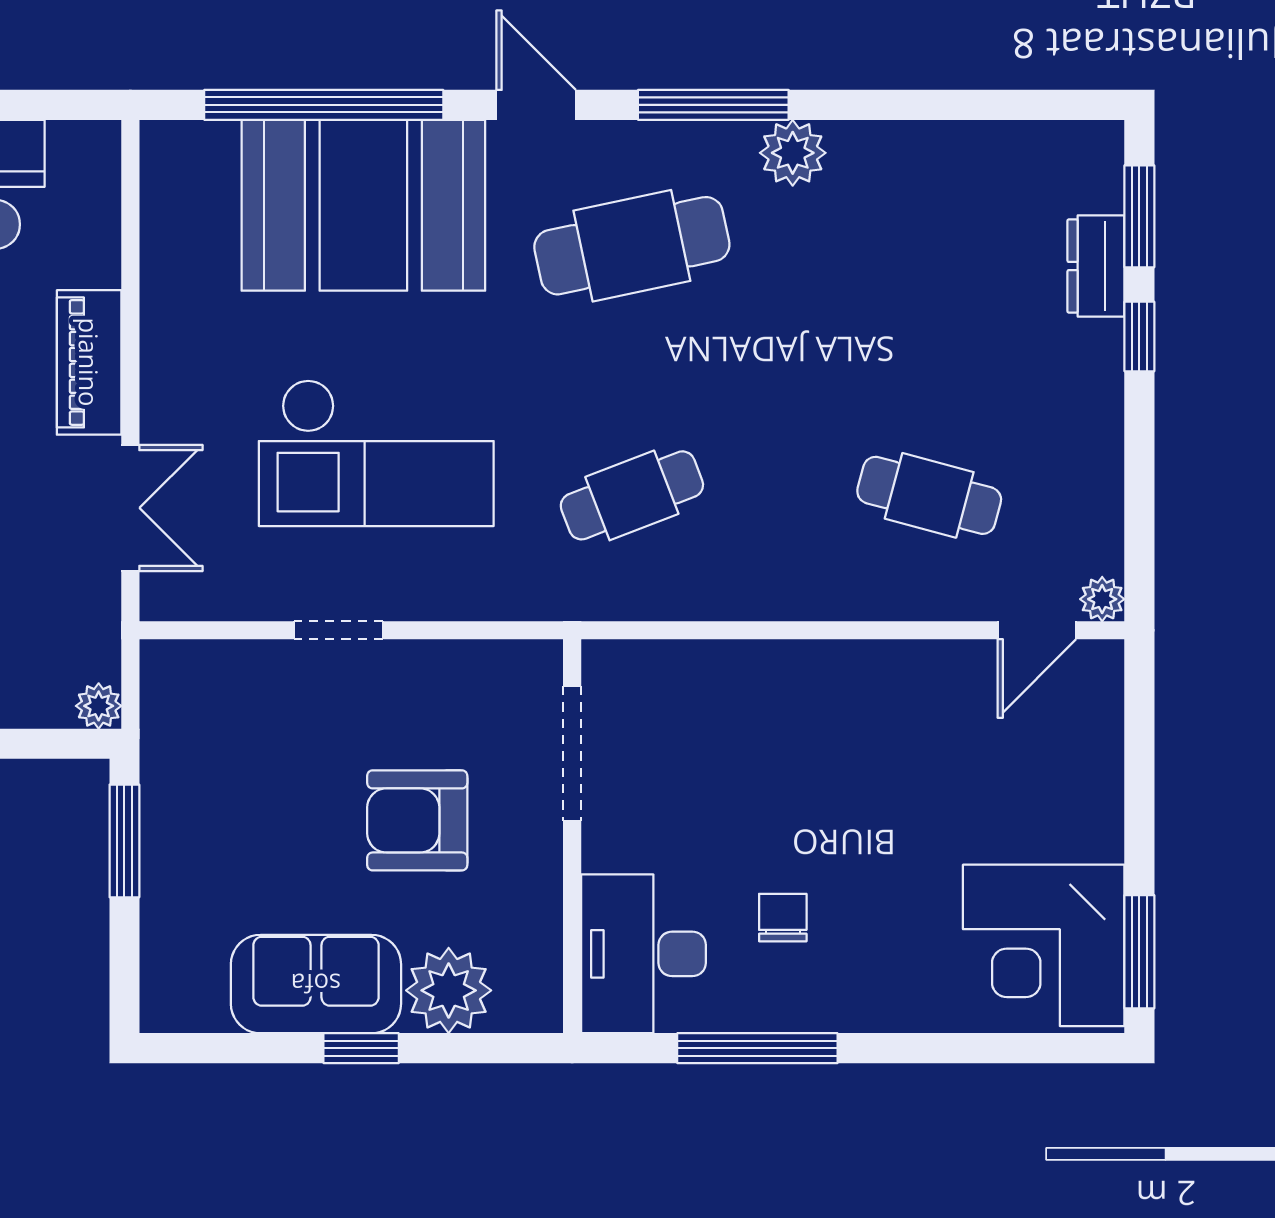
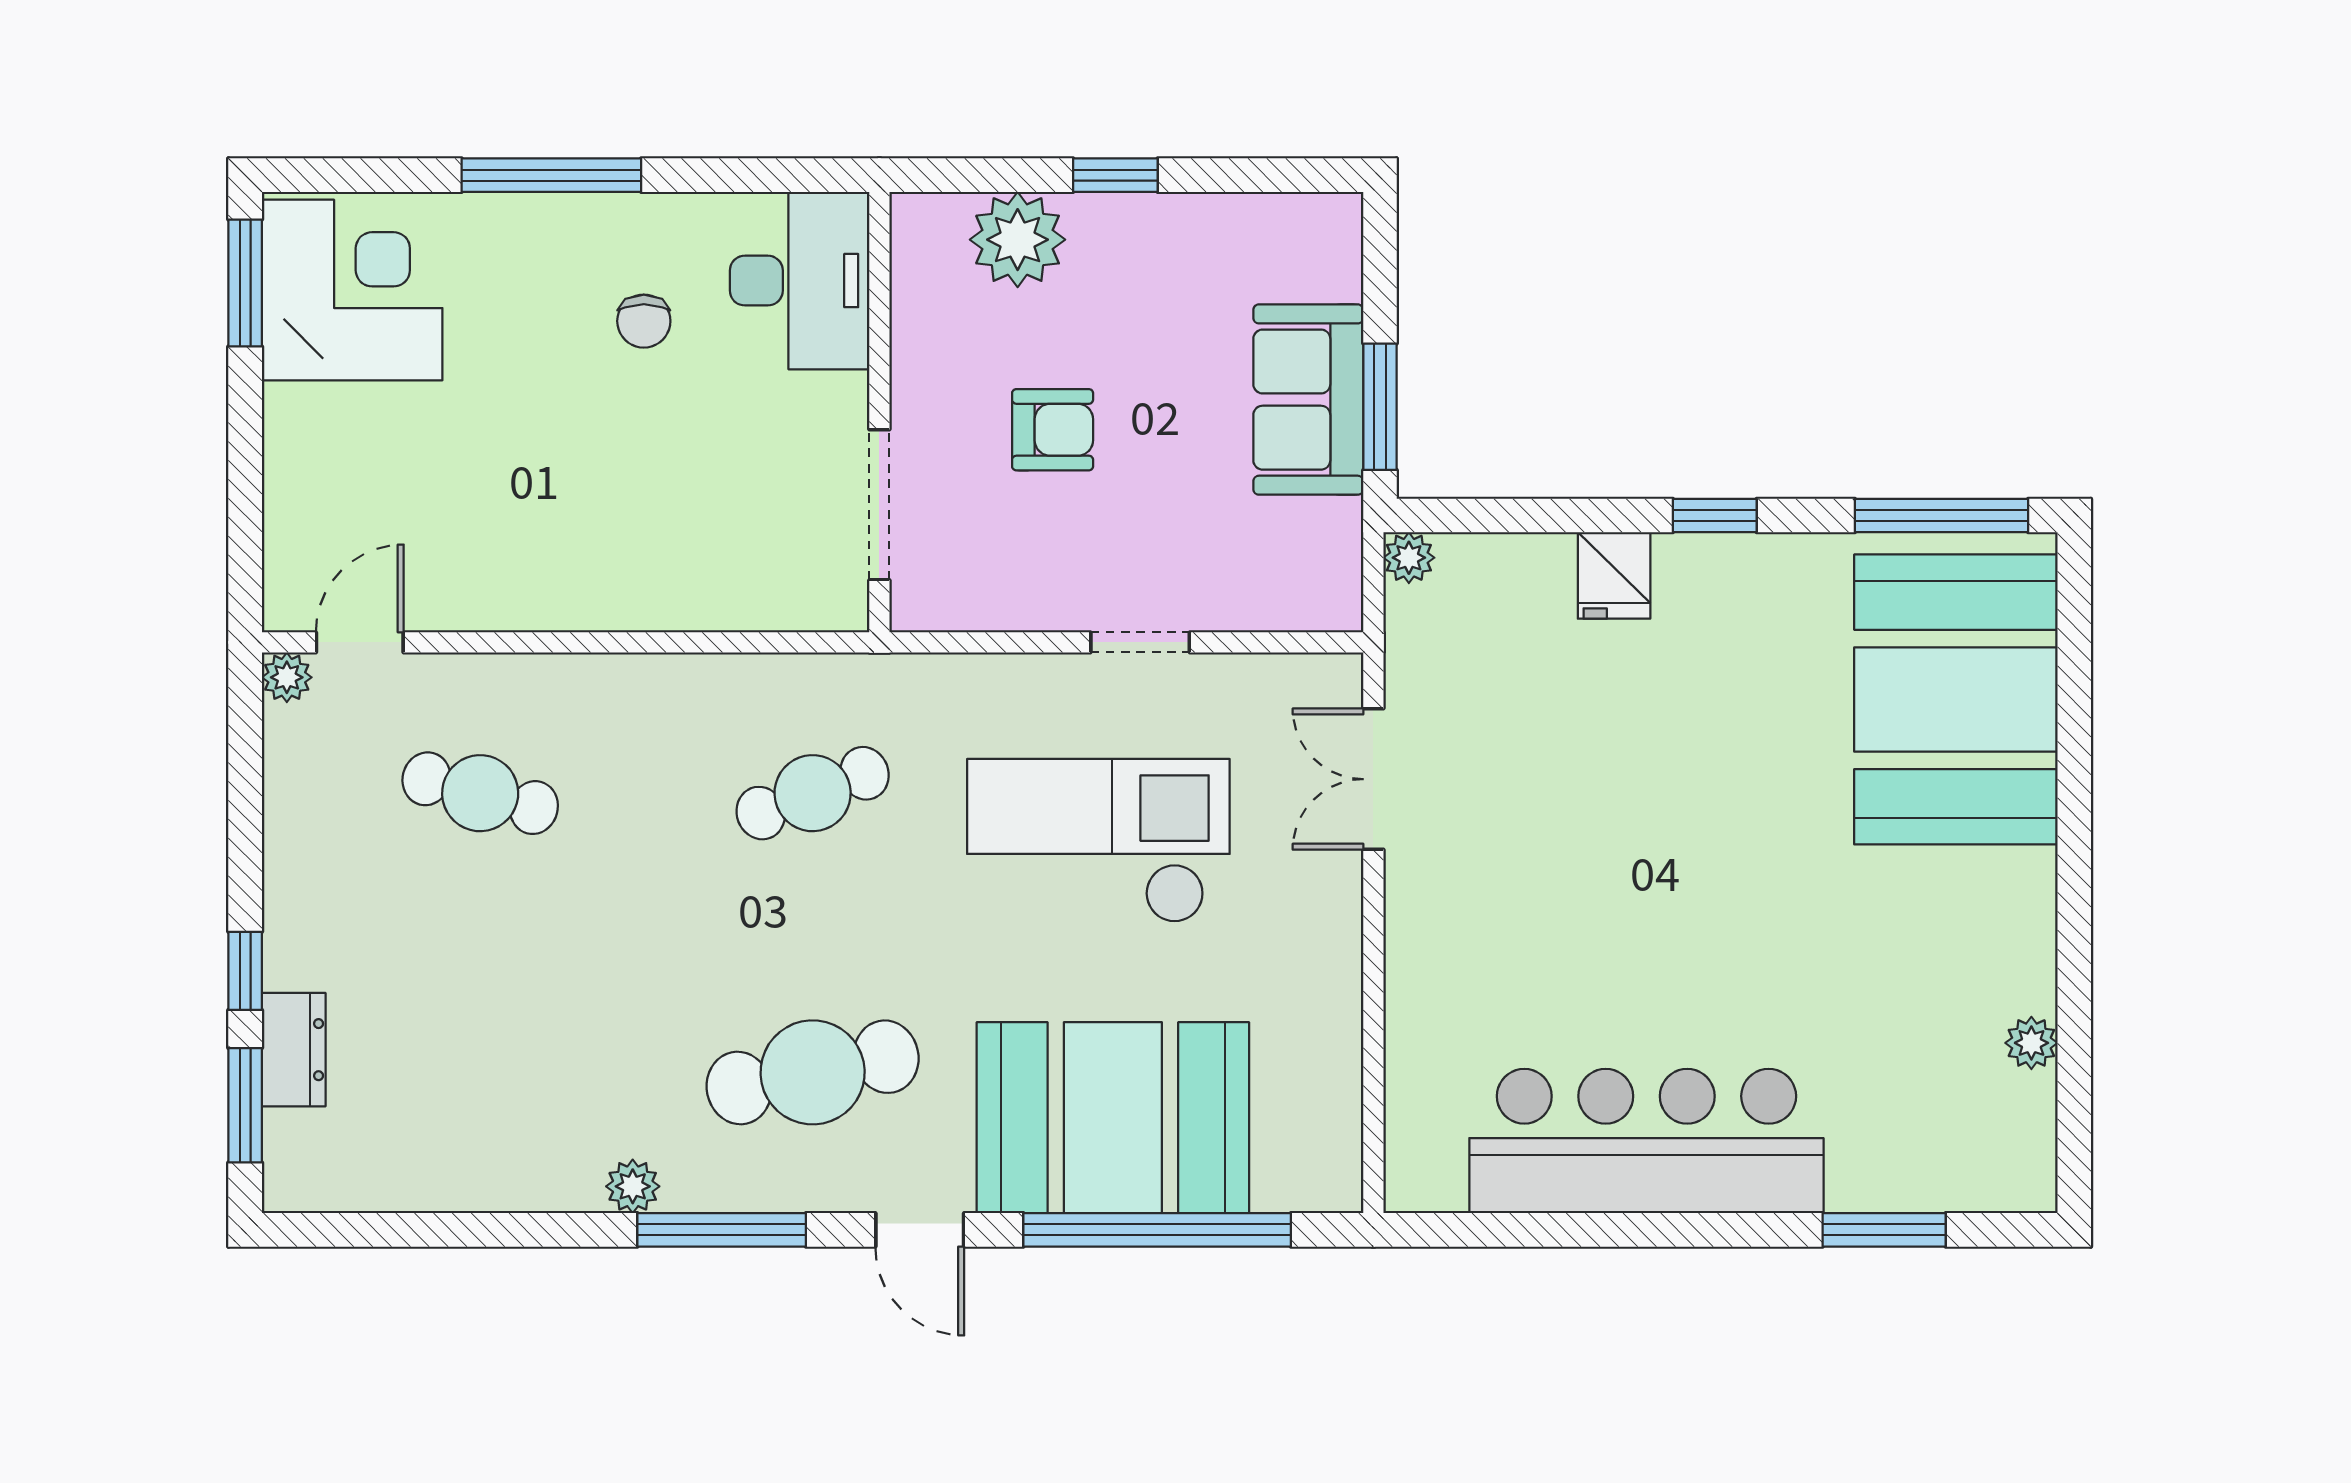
plant: (793, 153) -> (633, 1186), width x0.73, depth x0.73
piano: (89, 362) -> (1419, 942), removed
armchair: (417, 820) -> (1053, 430), width x0.72, depth x0.72
sofa: (316, 984) -> (1308, 400), moved, turned 90
window: (757, 1048) -> (551, 175), moved

